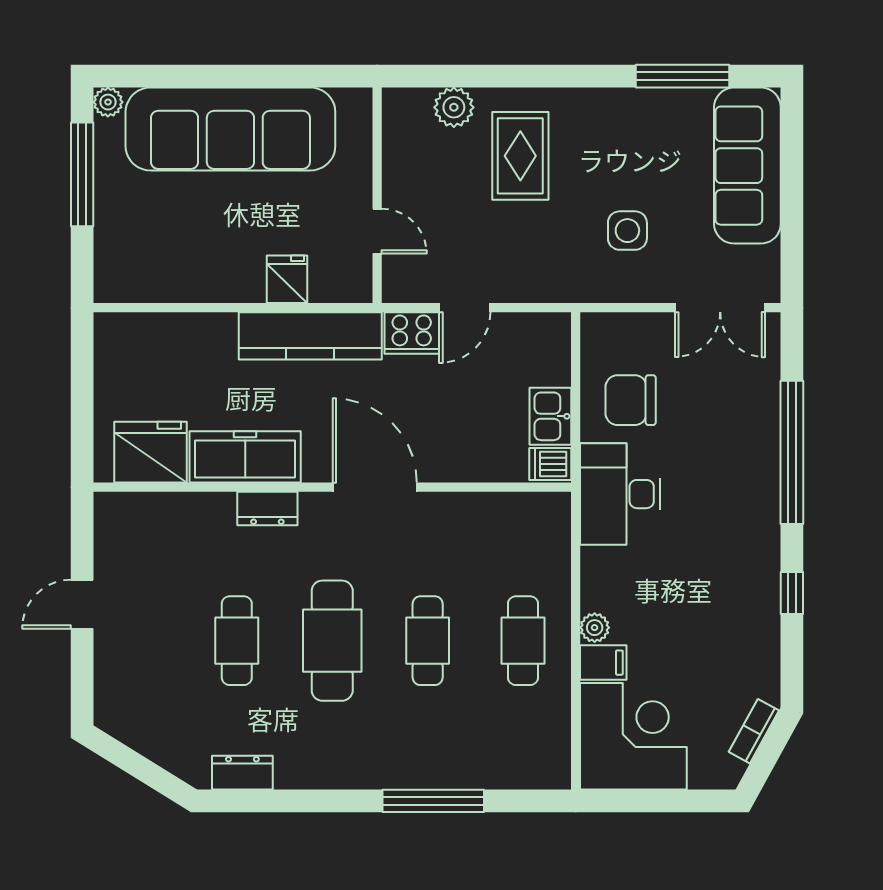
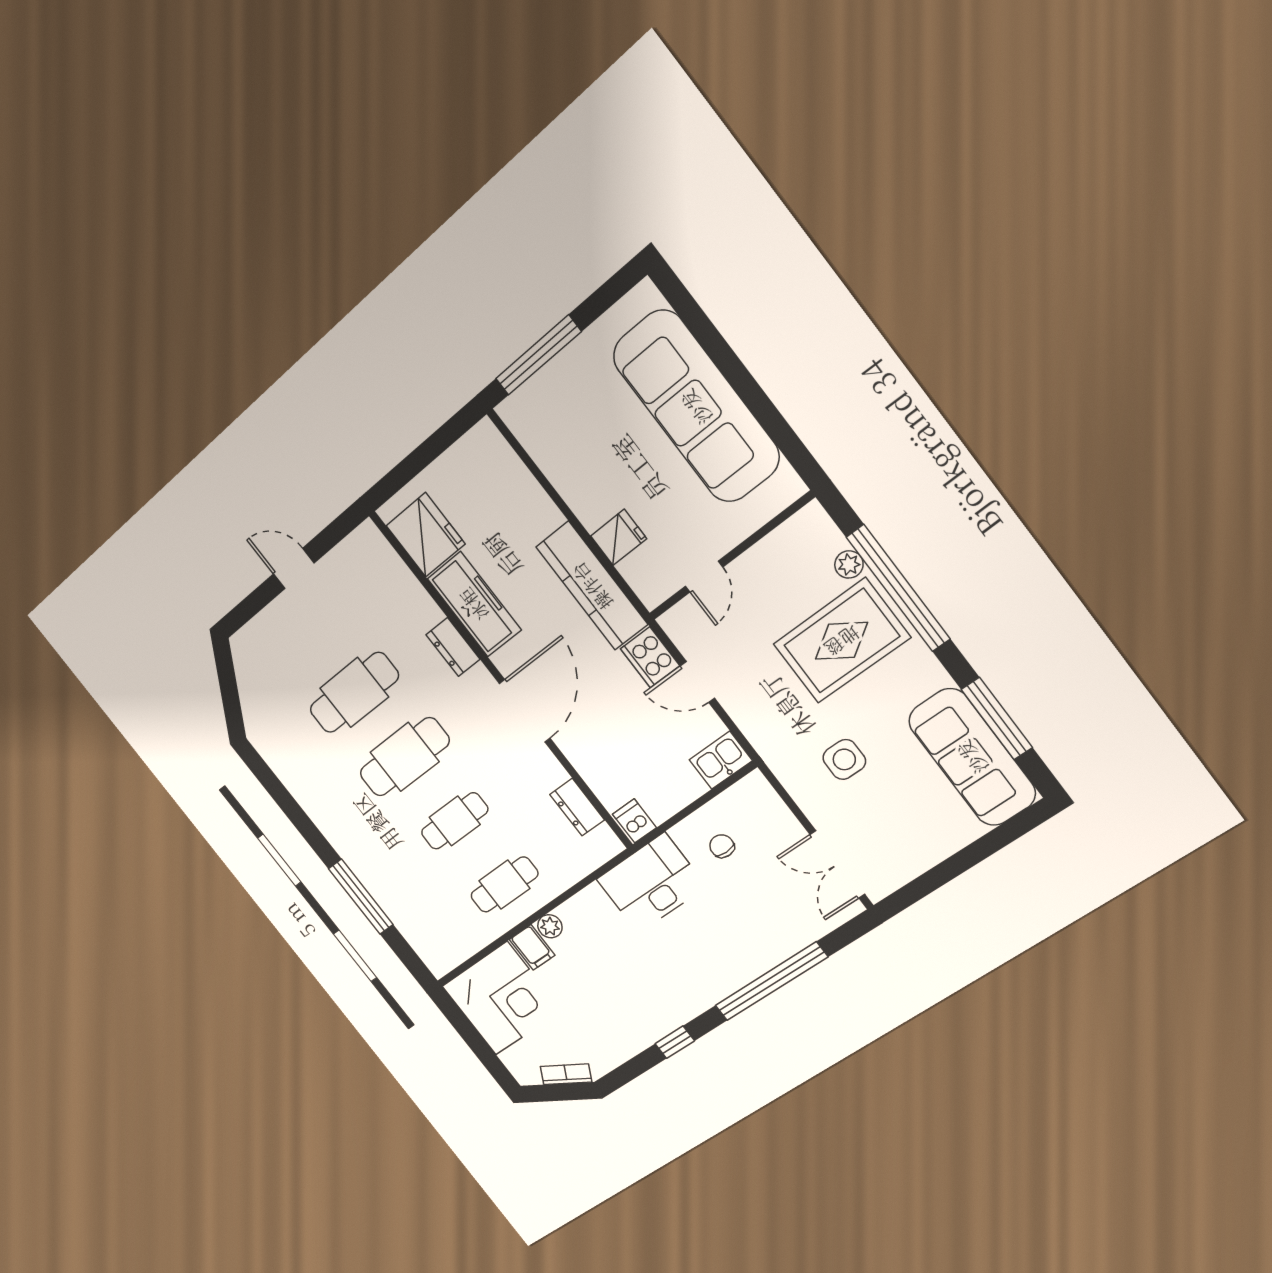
window: (510, 76) -> (898, 588), added
plant: (108, 102) -> (645, 295), removed
plant: (454, 107) -> (849, 564), width x0.73, depth x0.73
rug: (520, 156) -> (842, 641), width x1.36, depth x1.43
sofa: (747, 166) -> (972, 757), moved, turned -90
window: (82, 174) -> (538, 355), moved
chair: (631, 400) -> (722, 846), width x0.54, depth x0.54
kitchen sink: (550, 416) -> (721, 760), moved
cafe table: (237, 641) -> (354, 693), width x1.37, depth x1.35
dresser: (242, 773) -> (577, 807), moved, turned 180

